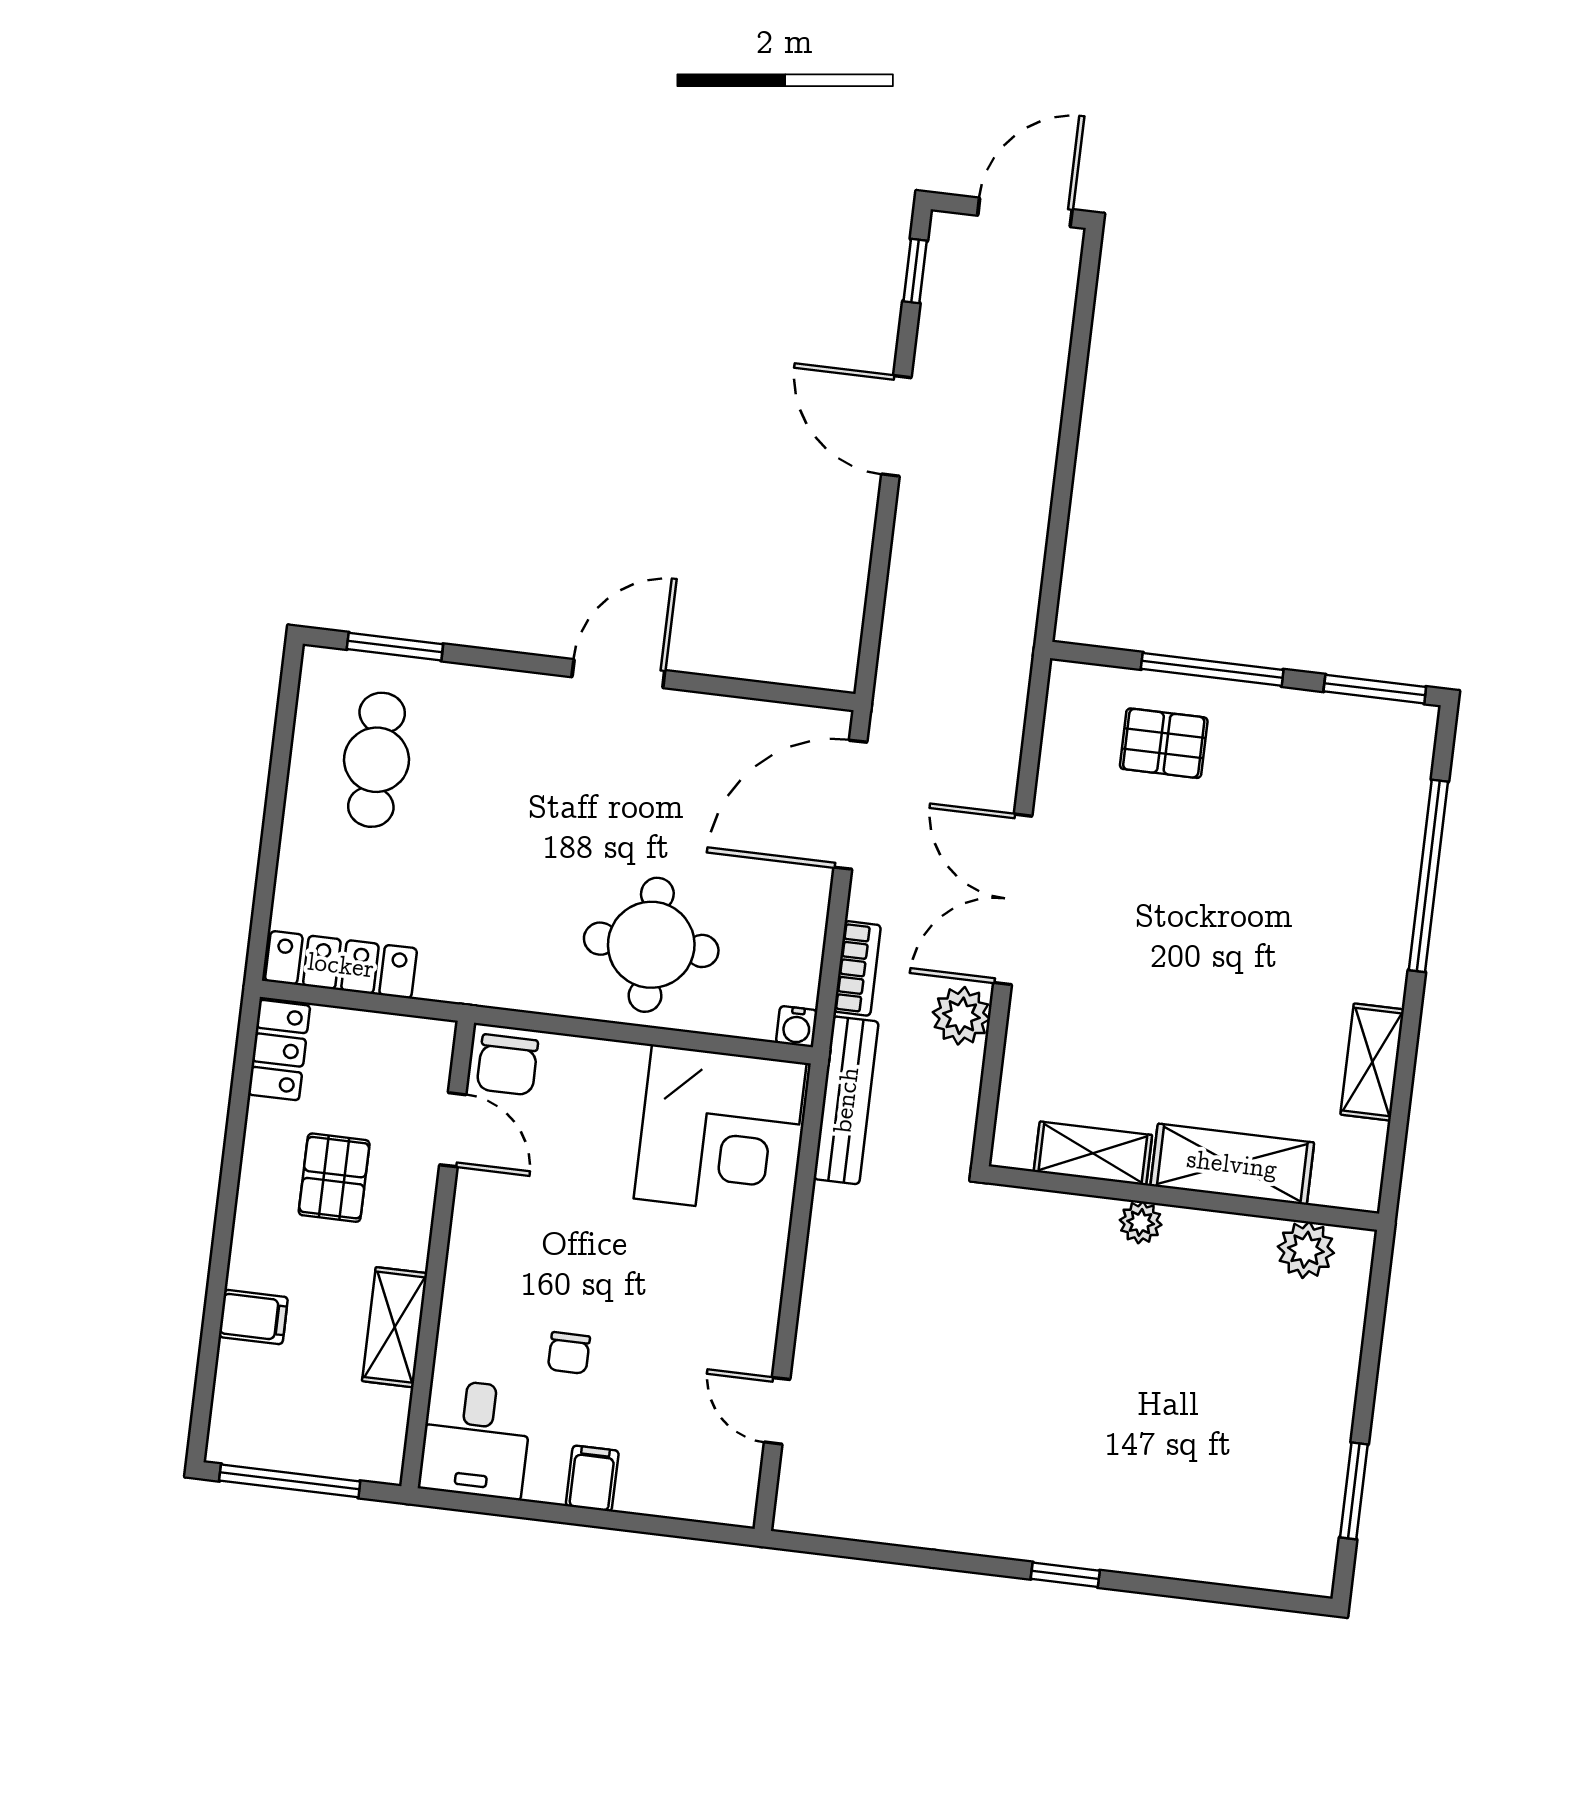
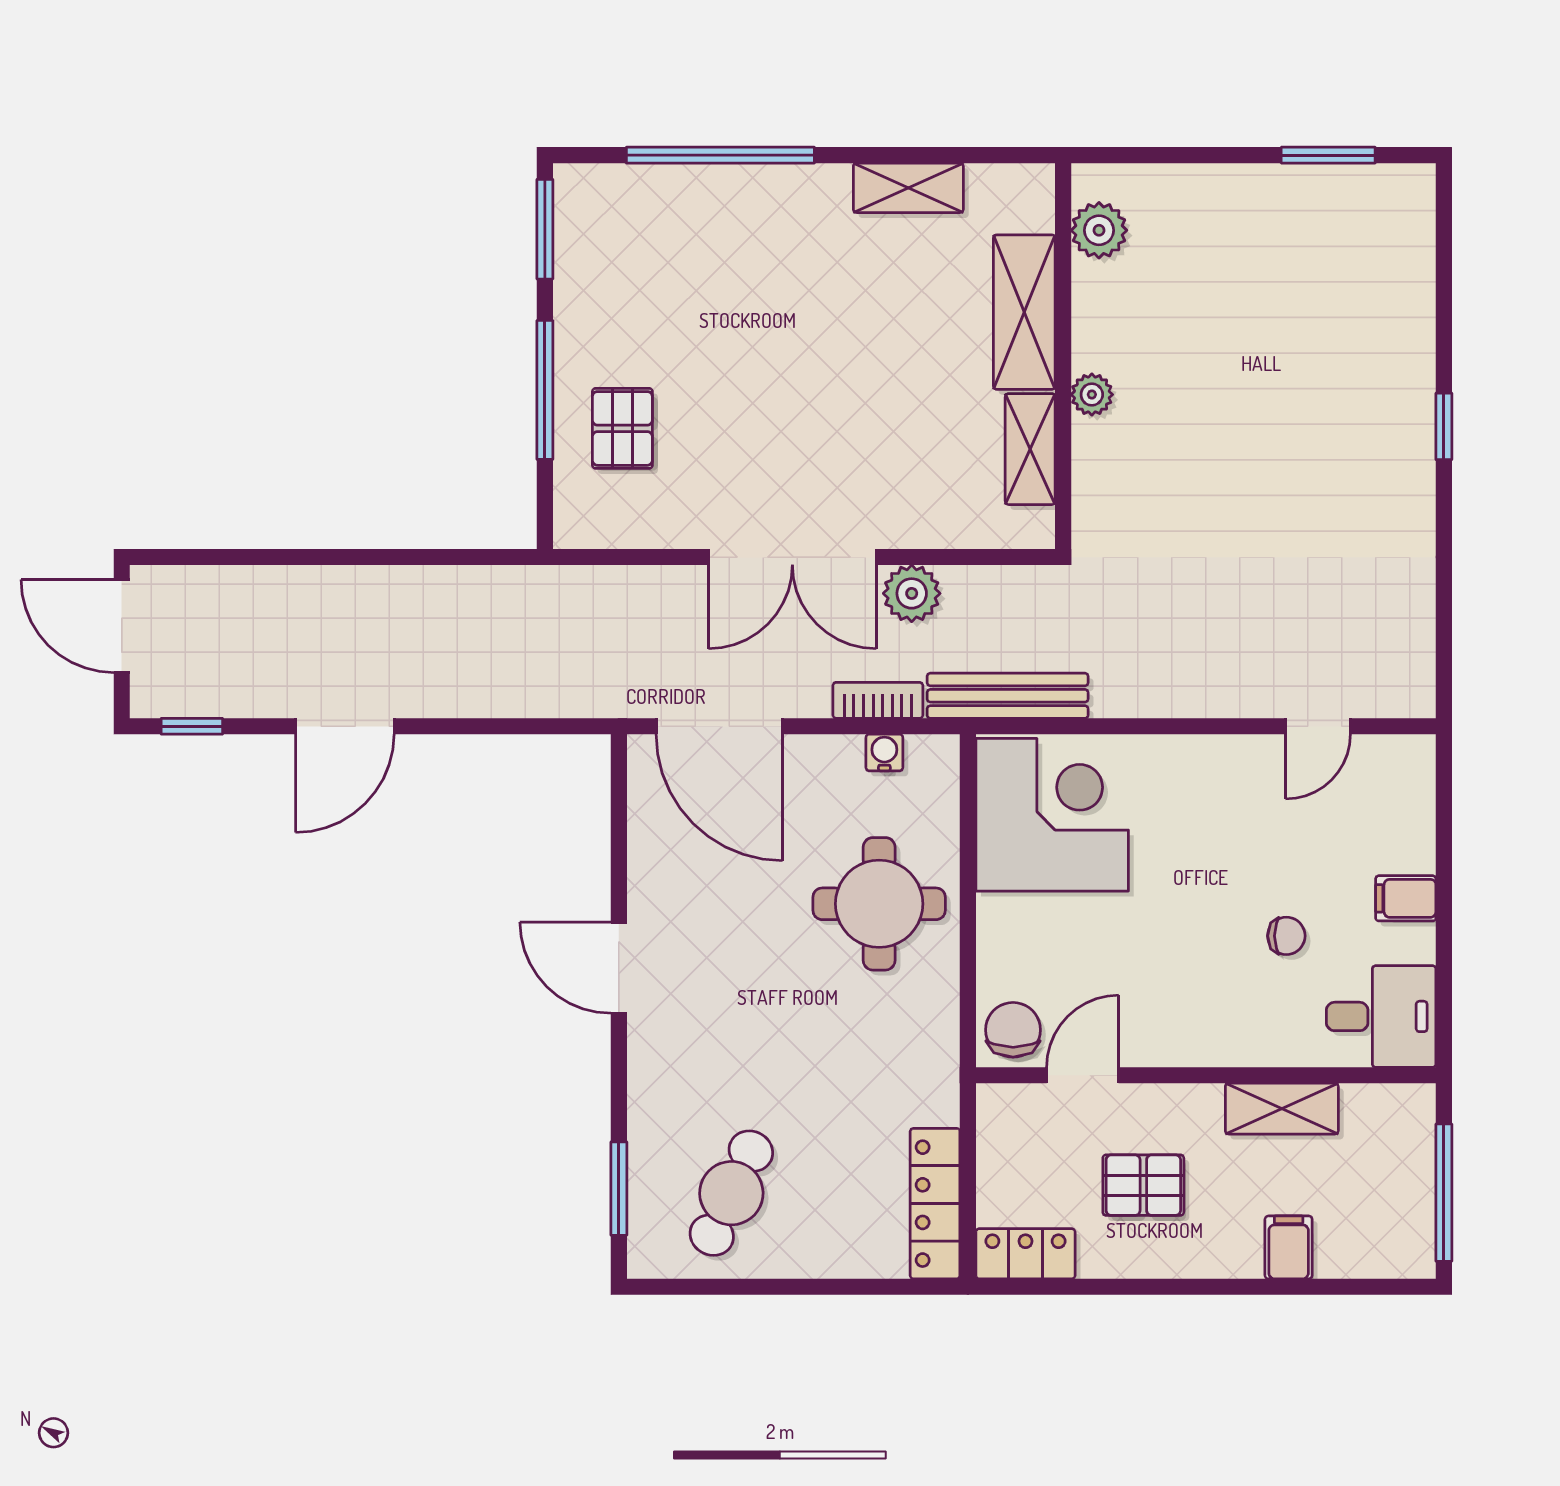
cafe table: (376, 760) -> (731, 1193), turned -65
water cooler: (797, 1027) -> (884, 753), moved, turned -90
chair: (507, 1065) -> (1013, 1030), turned -90

